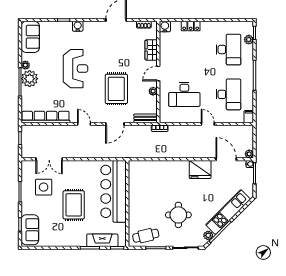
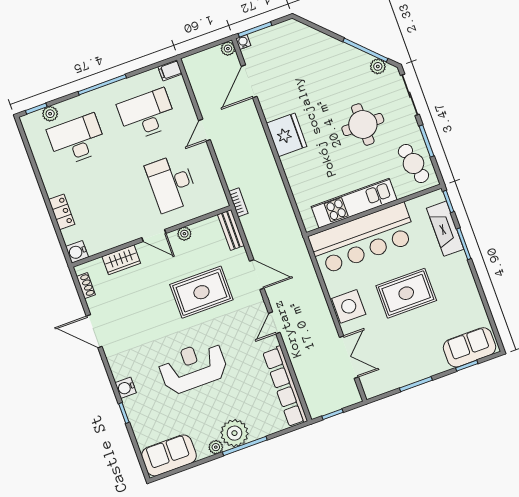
desk: (184, 94) -> (172, 183), turned 180
fridge: (200, 170) -> (287, 135), moved
side table: (44, 187) -> (349, 306), moved
kitchen unit: (228, 212) -> (354, 203), moved, turned 135

